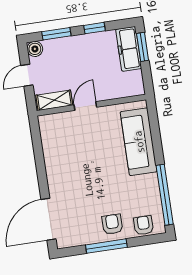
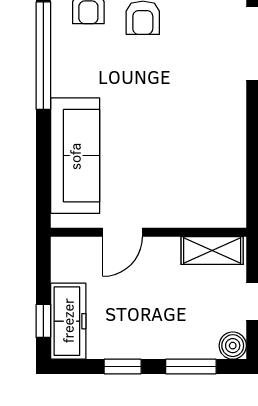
window: (143, 47) -> (43, 321), width x0.67
door: (85, 106) -> (122, 232), moved

